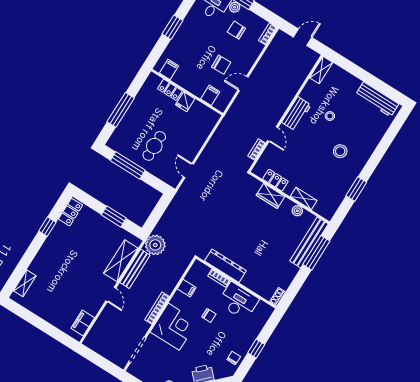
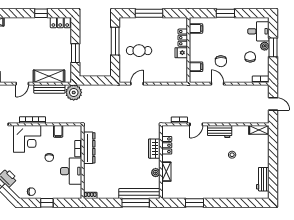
workbench: (377, 99) -> (263, 179), width x0.73
stool: (340, 151) -> (213, 176), removed

